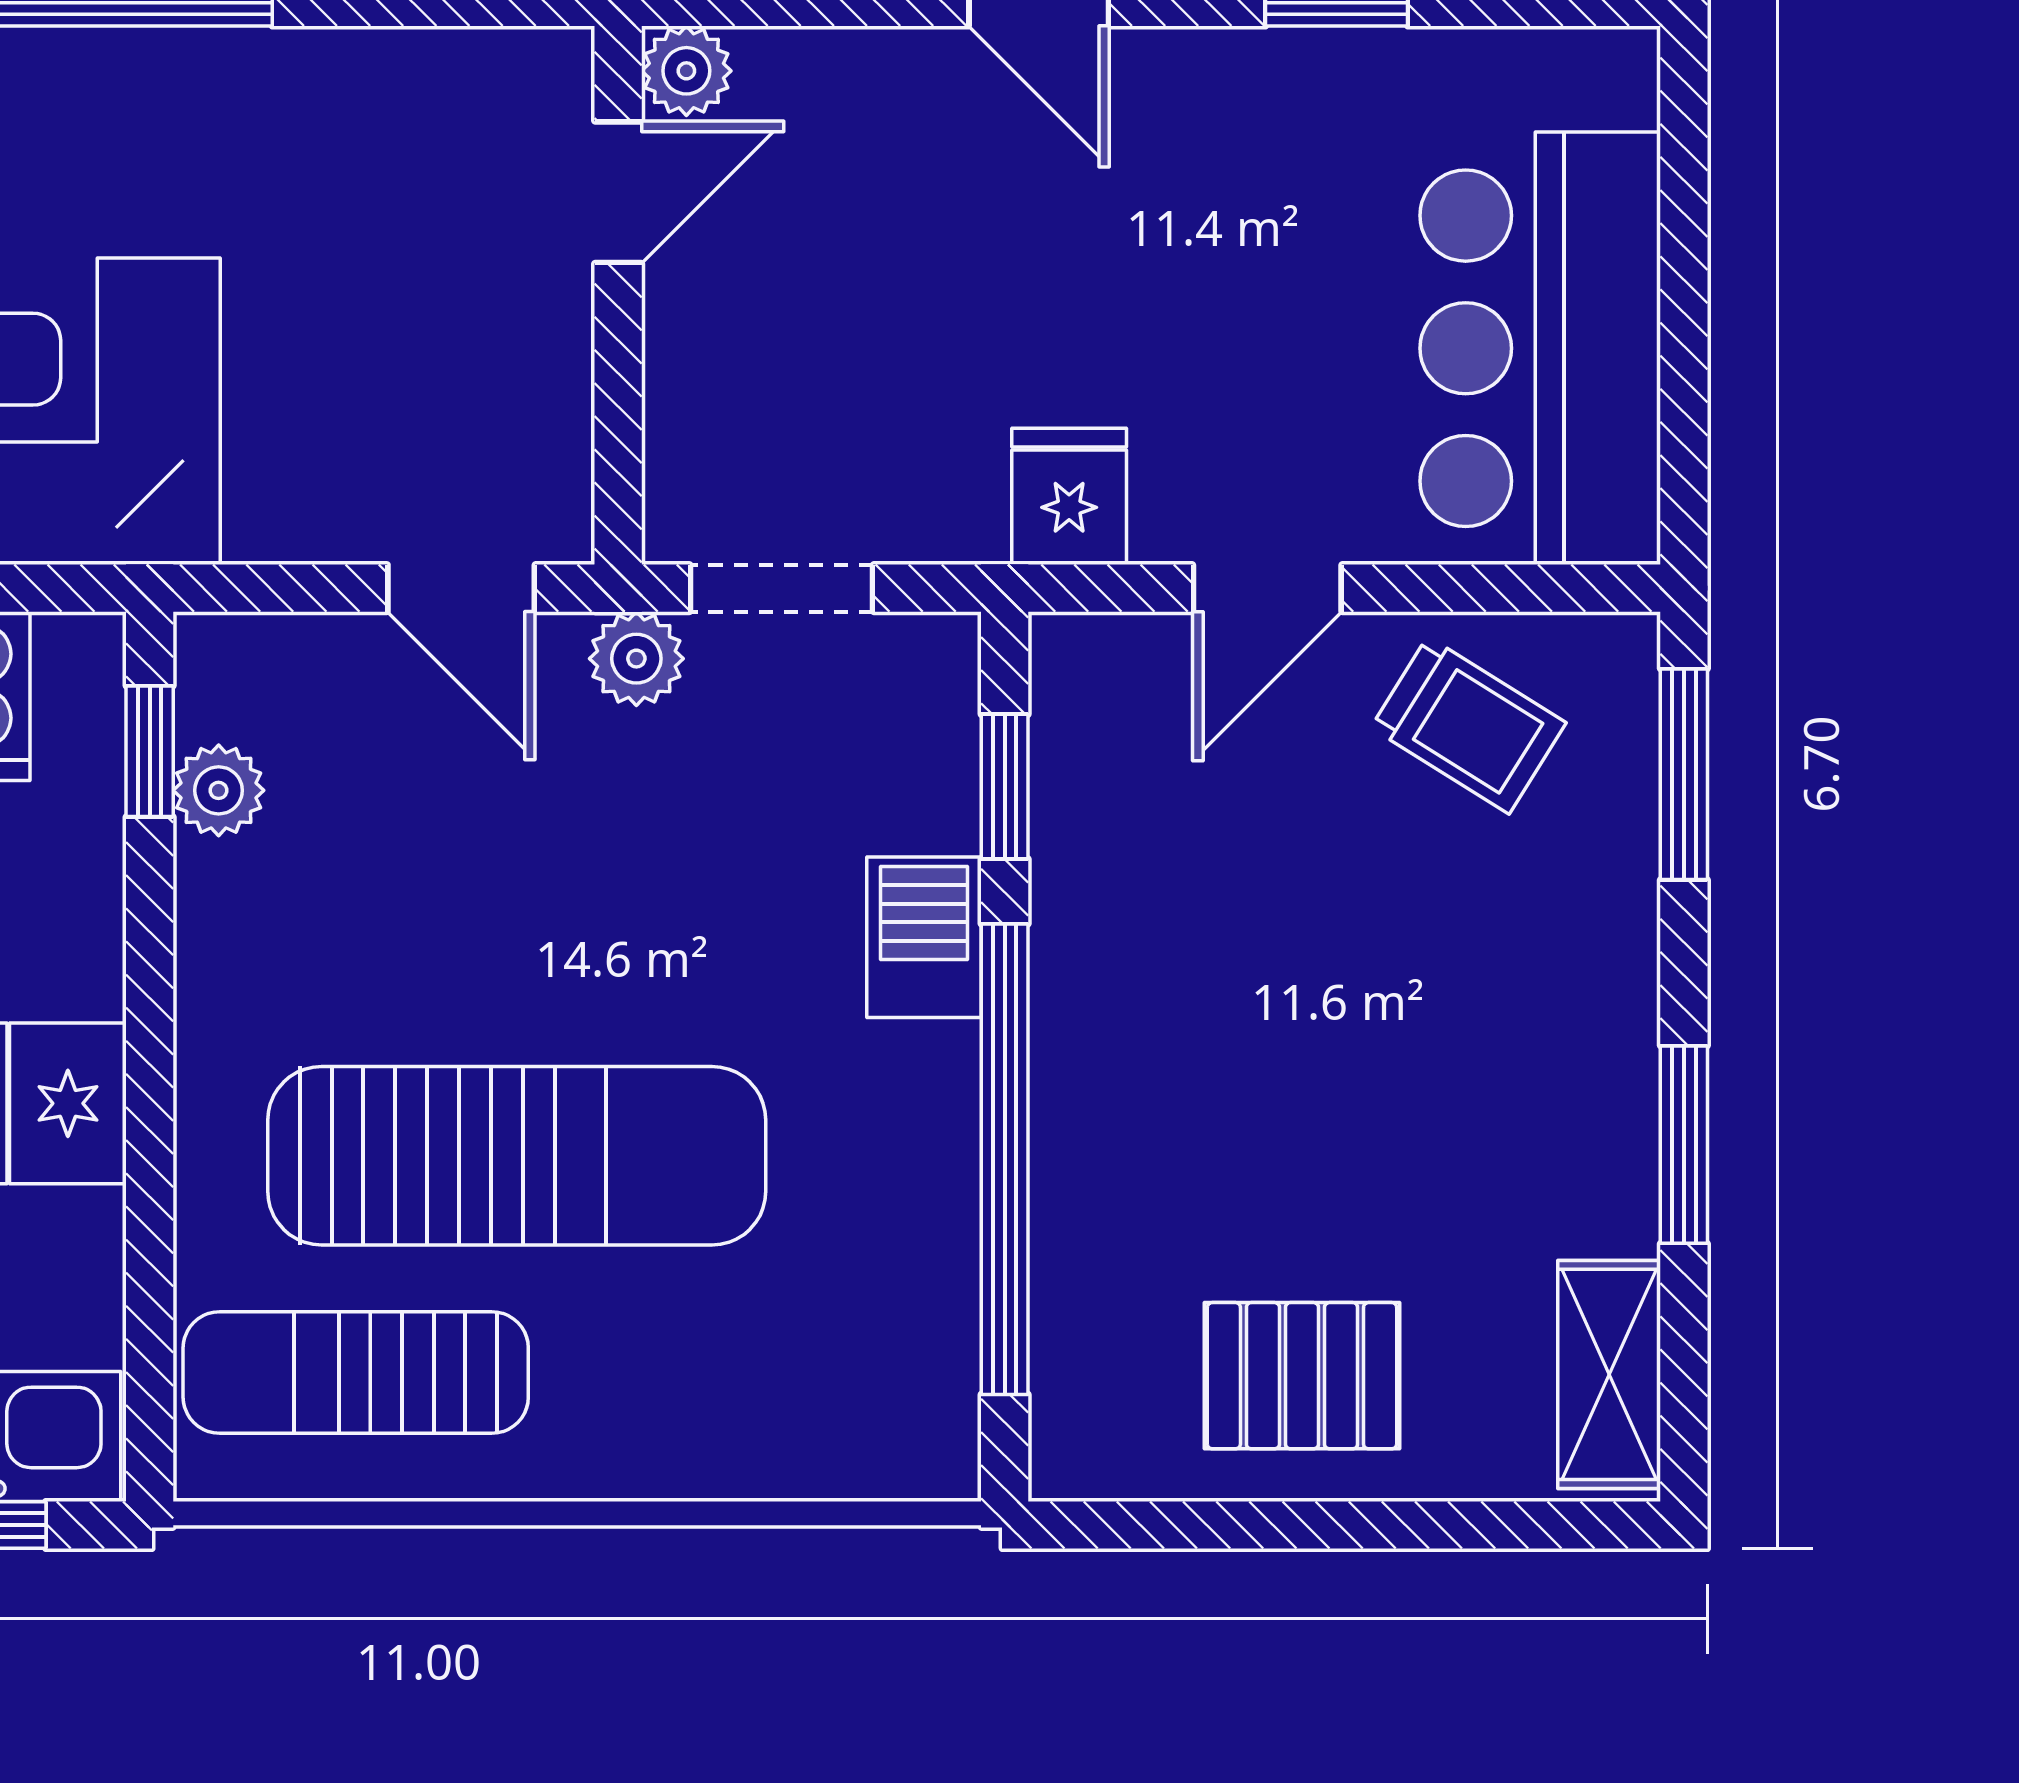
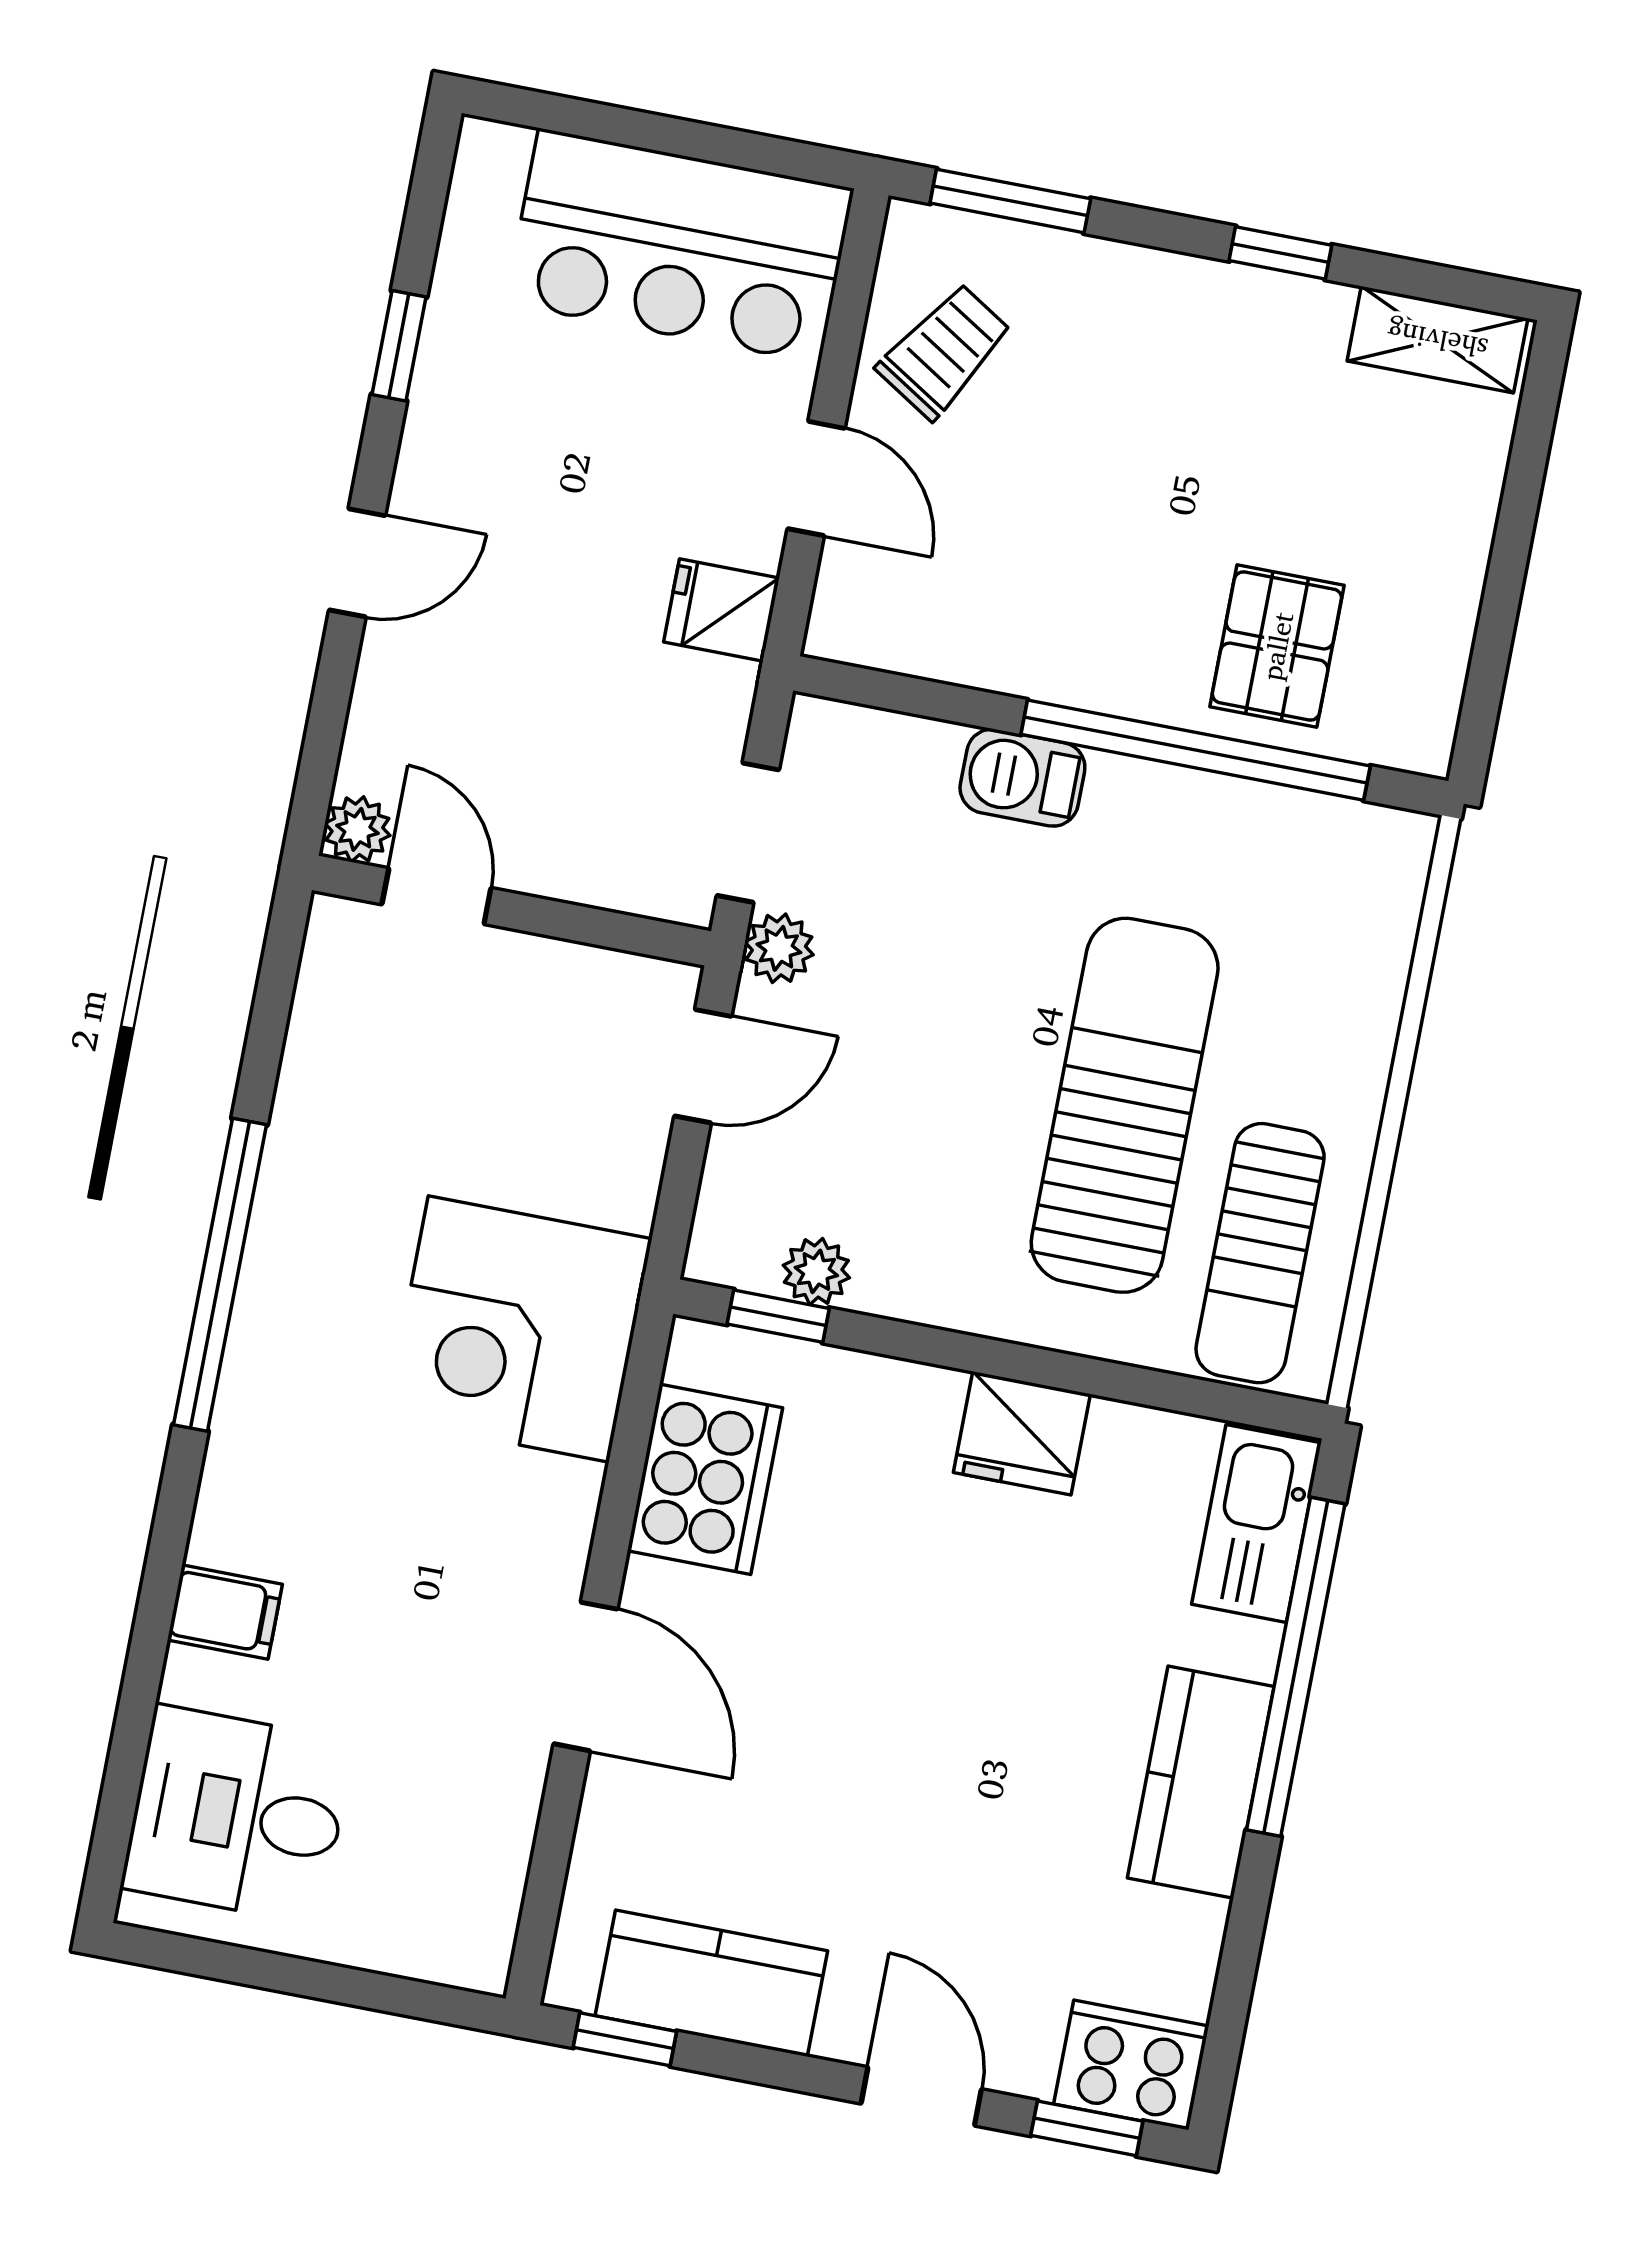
window: (1005, 787) -> (924, 698), removed
window: (1684, 1145) -> (1280, 253), width x0.67
pallet: (1302, 1376) -> (1277, 646), moved

